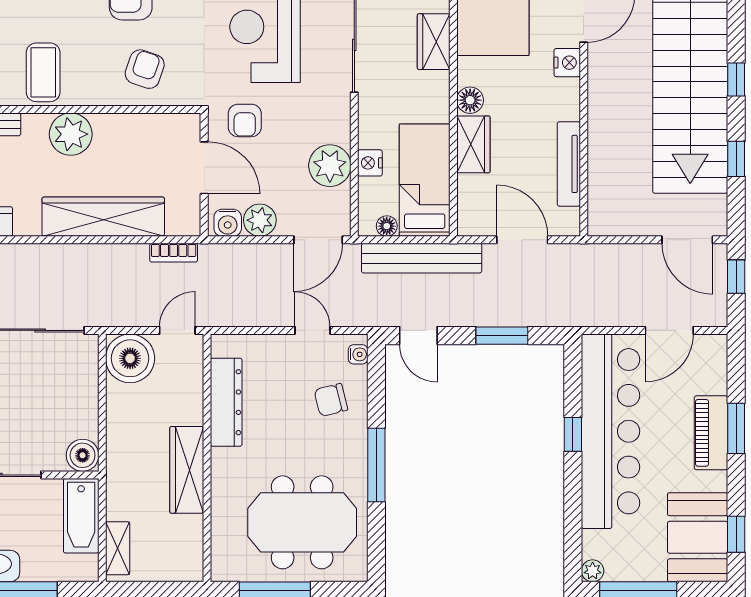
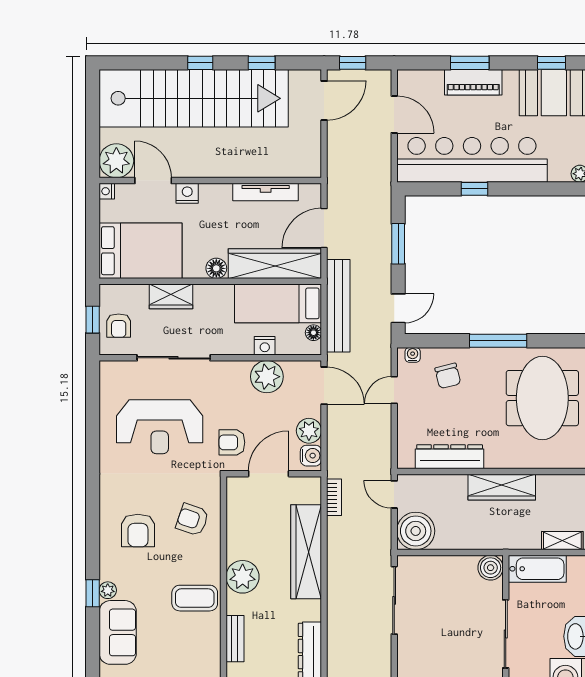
armchair: (245, 120) -> (232, 442), turned 180
wardrobe: (473, 144) -> (275, 264), width x2.10, depth x1.17

